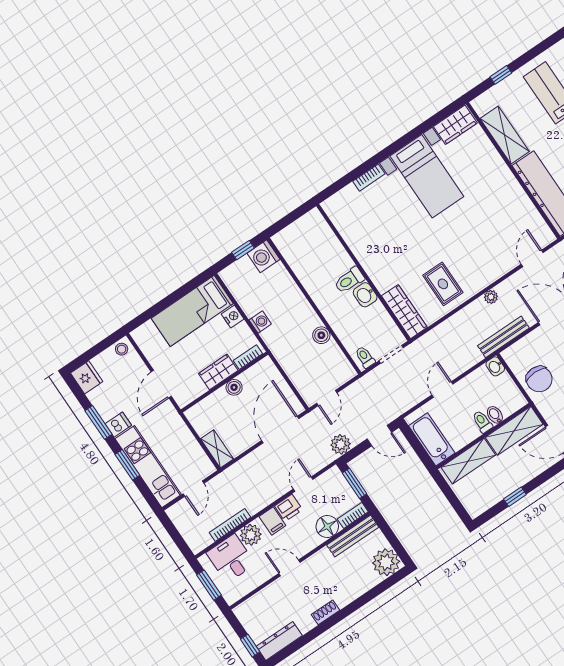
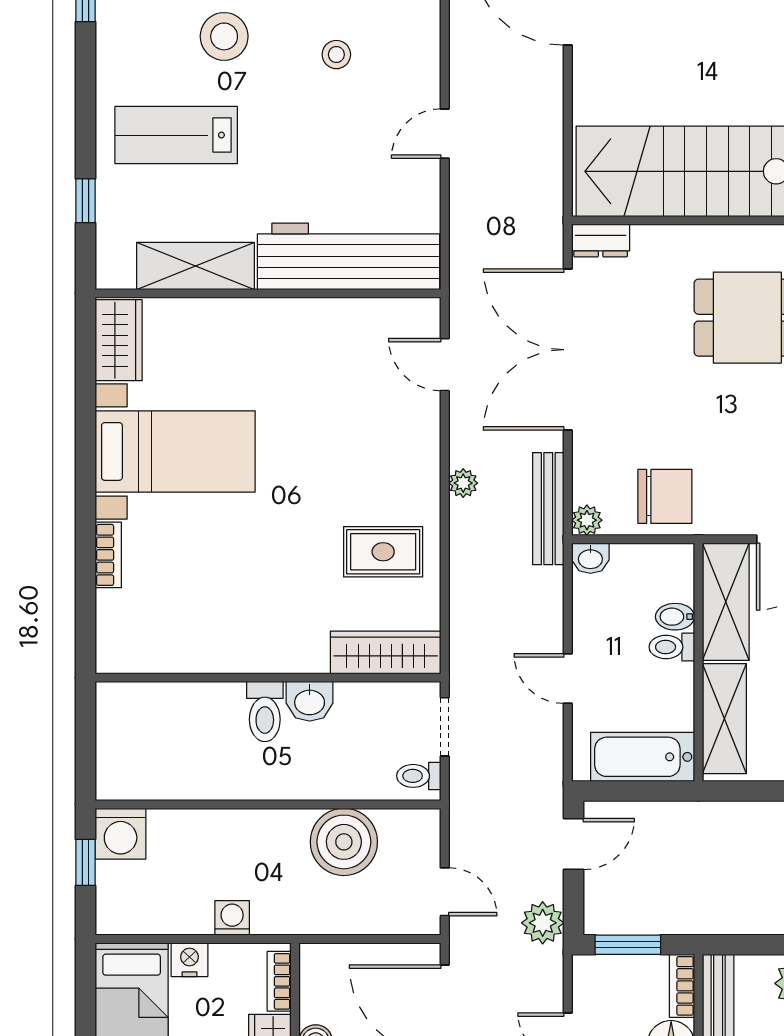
boiler: (321, 335) -> (344, 842), width x1.86, depth x1.86
plant: (509, 355) -> (587, 520), added

